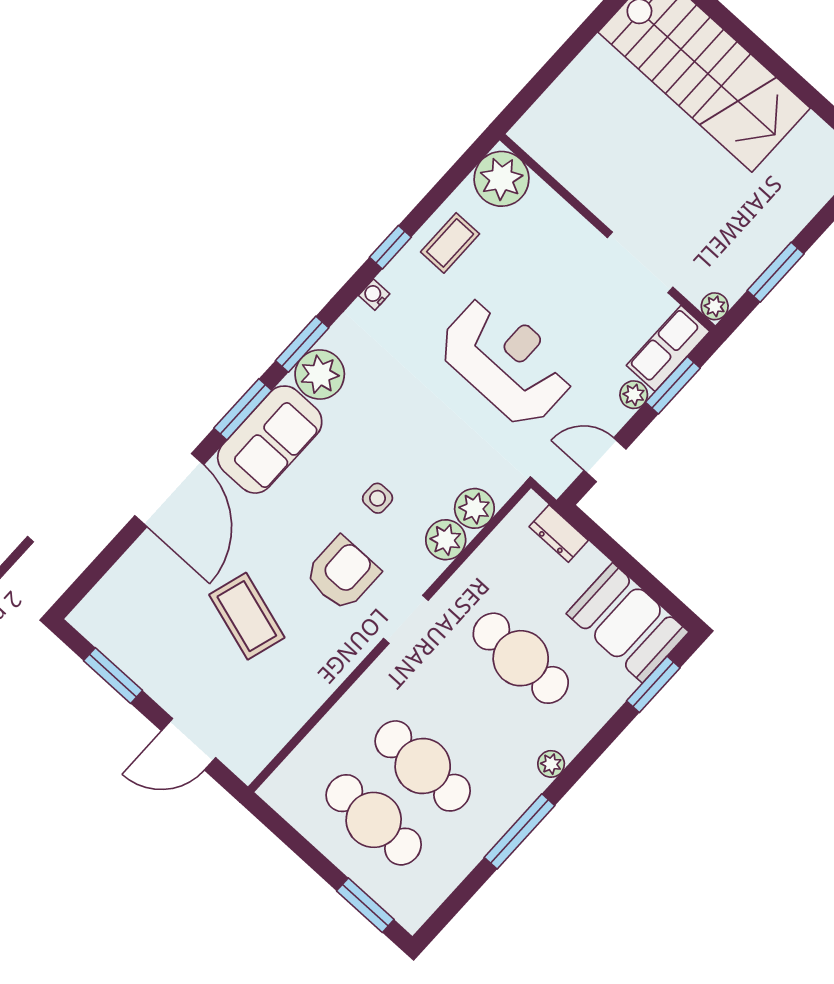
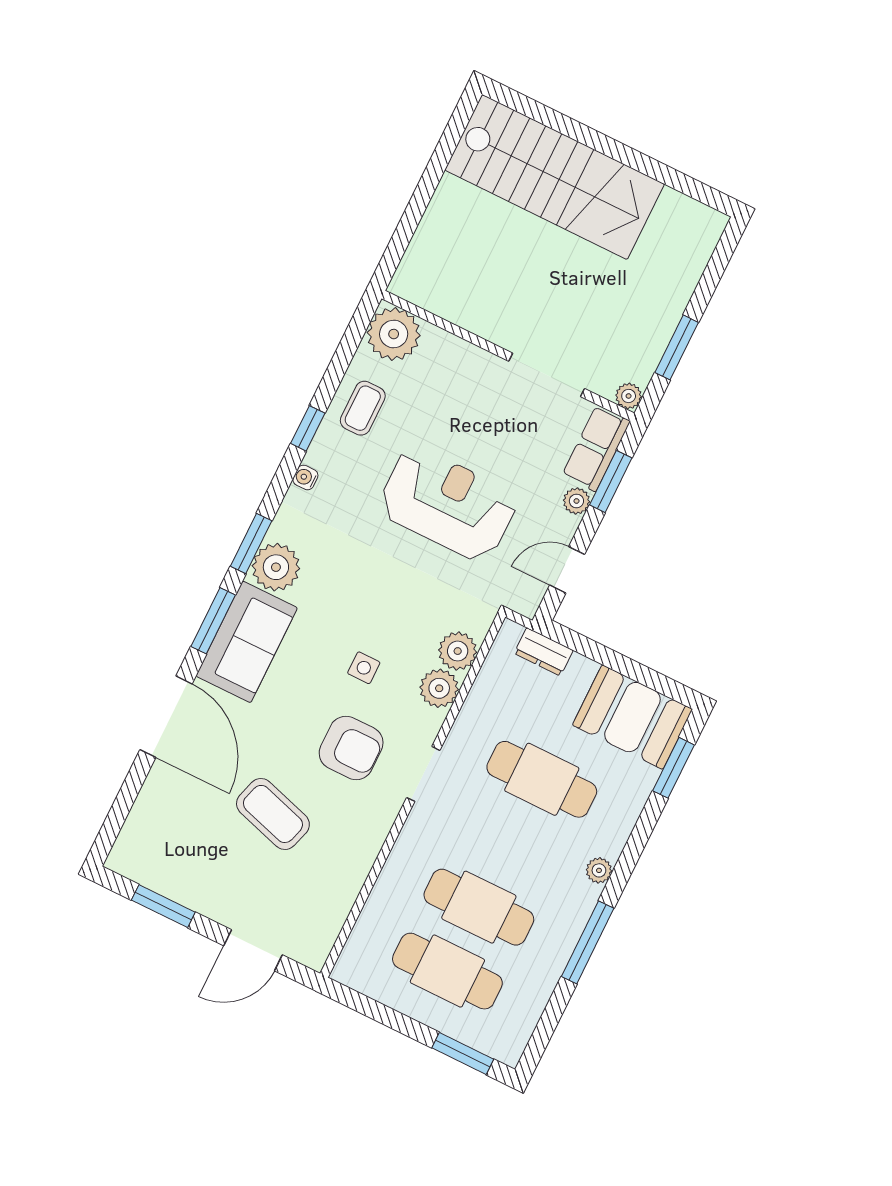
armchair: (342, 573) -> (351, 748), turned 90

